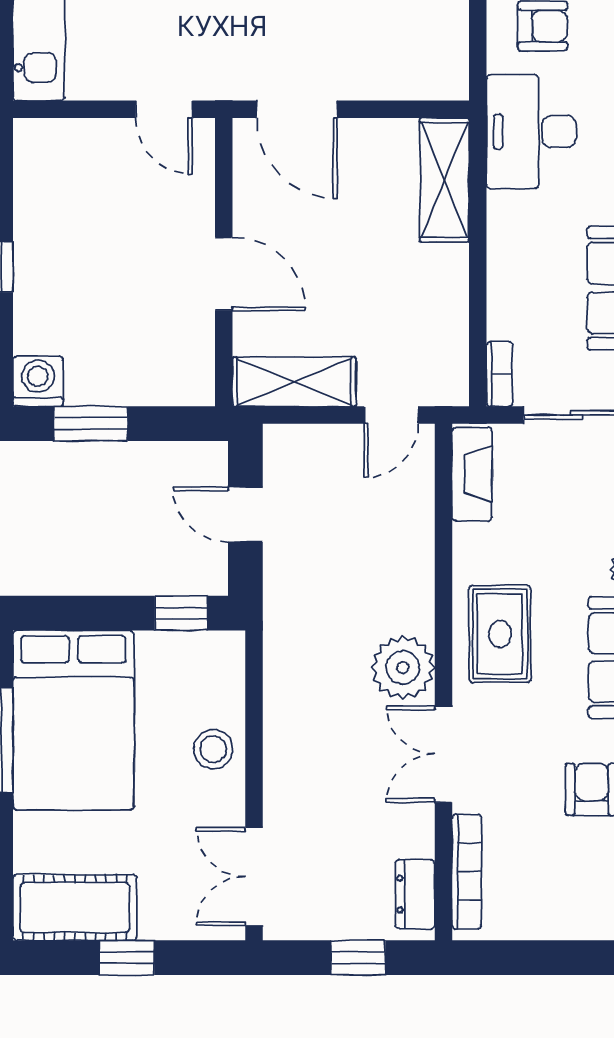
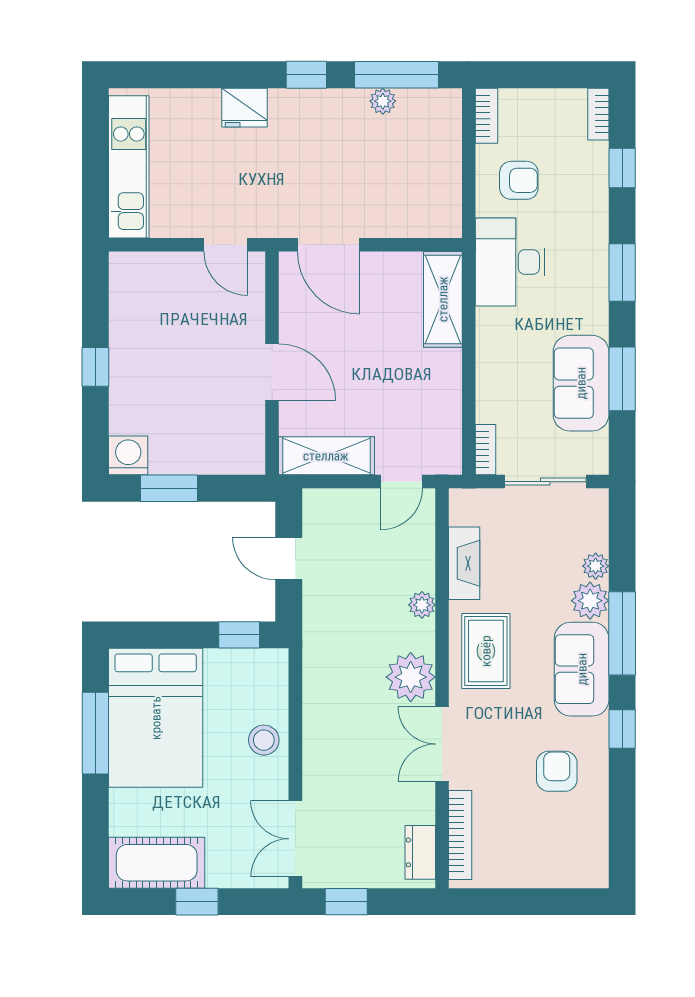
fireplace: (472, 474) -> (464, 563), moved
plant: (417, 574) -> (422, 605), added
window: (358, 958) -> (346, 902), moved

